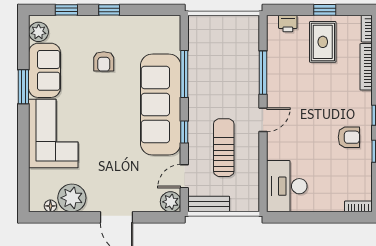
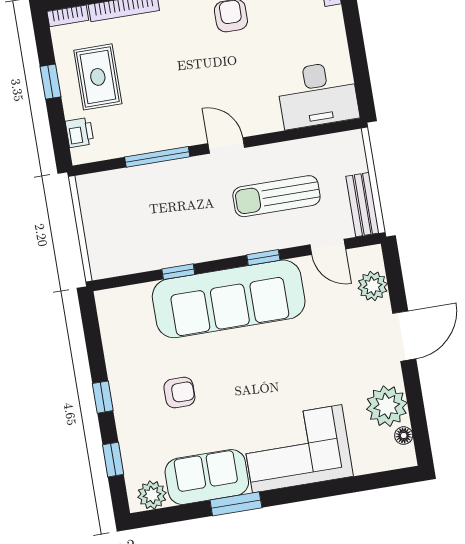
rug: (323, 42) -> (98, 77), turned 90
window: (184, 74) -> (178, 272), width x0.46
plant: (171, 202) -> (373, 286), moved

